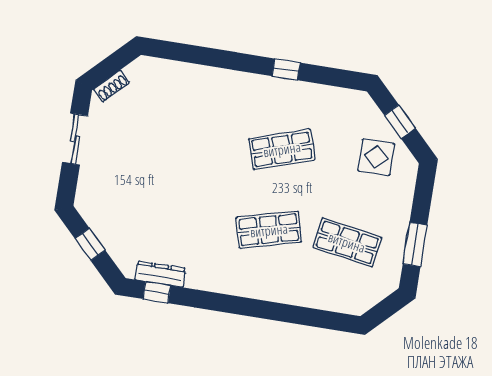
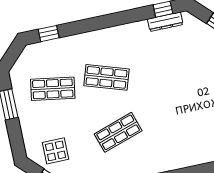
shop shelf: (269, 230) -> (106, 77), turned 33
window: (324, 319) -> (49, 34), added

